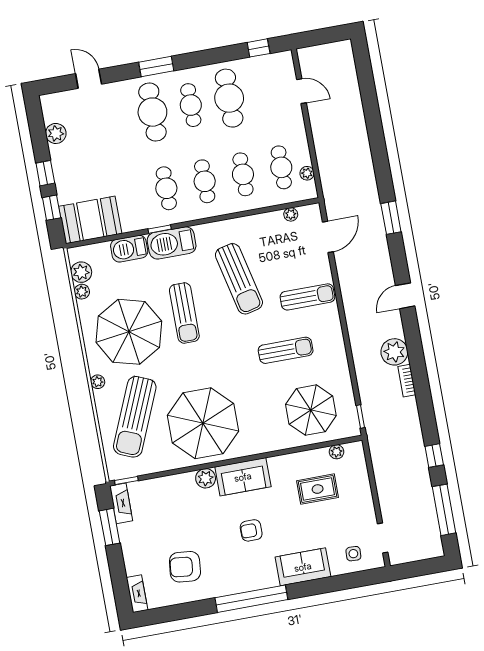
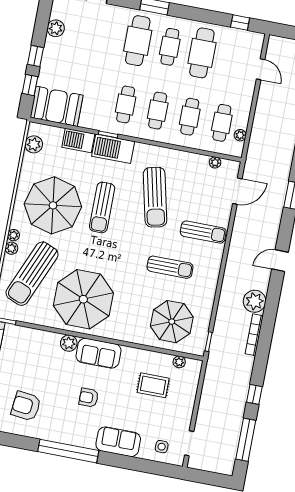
plant: (82, 292) -> (11, 248), moved
bookcase: (407, 381) -> (254, 335), width x1.56

